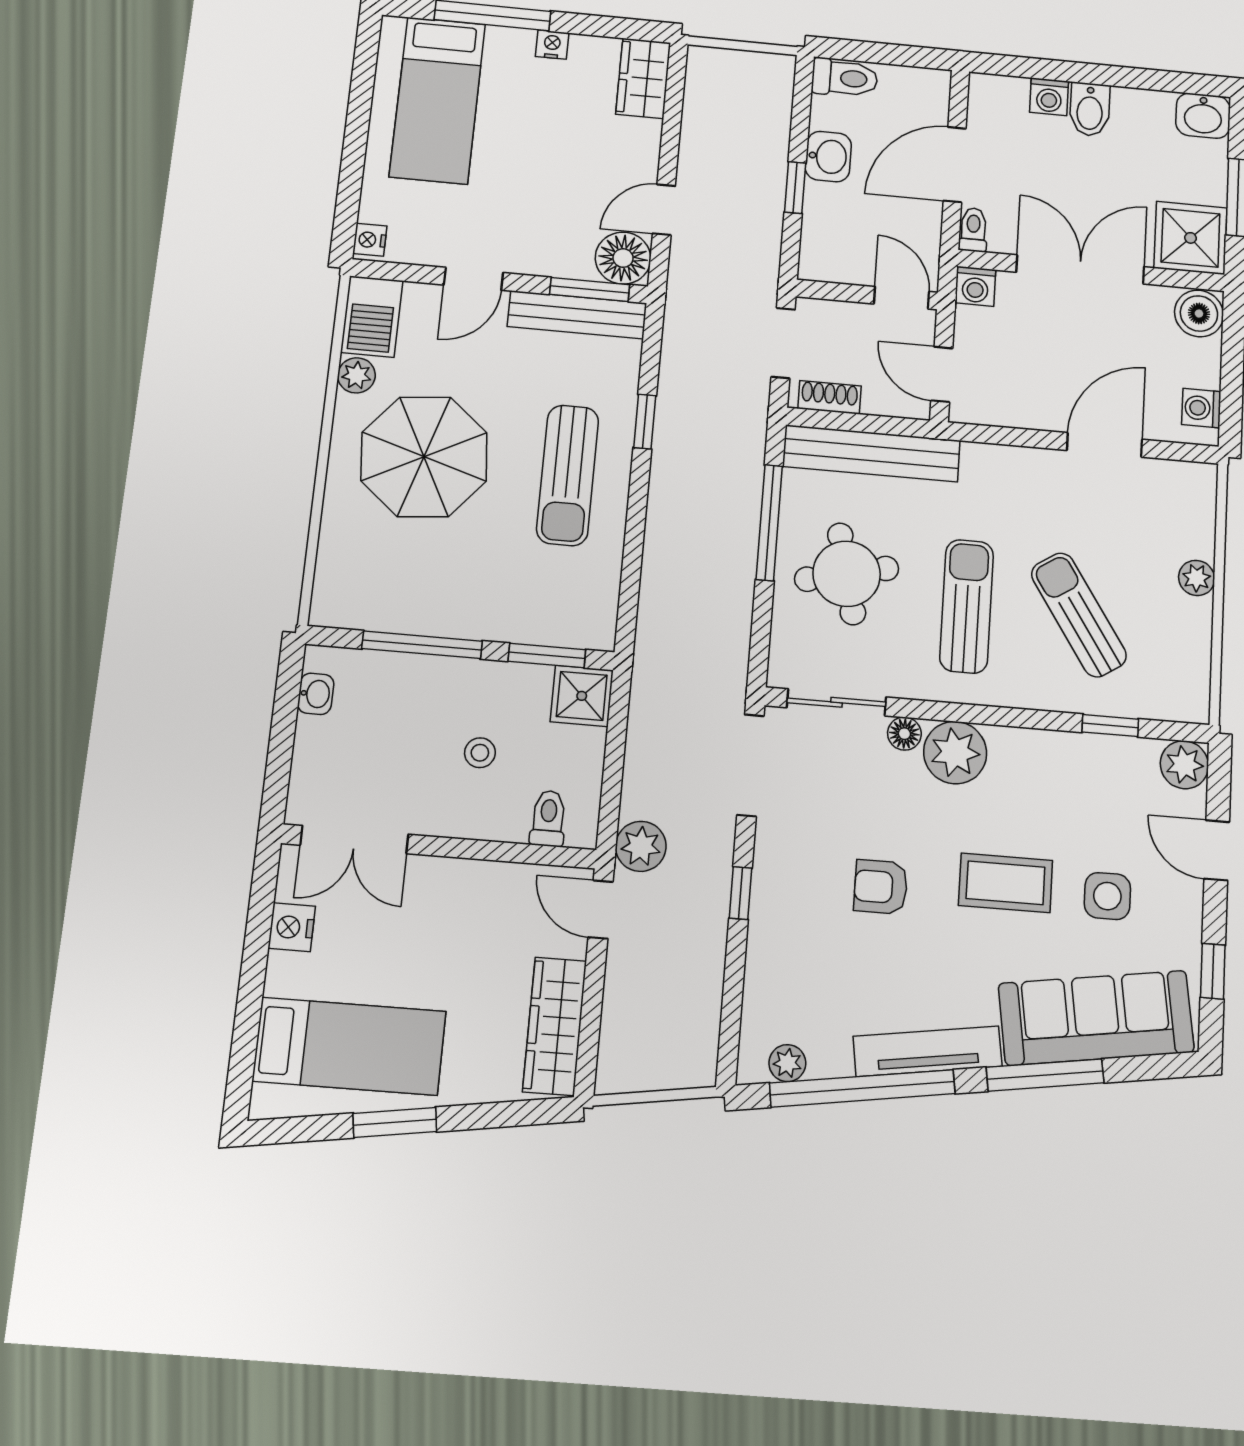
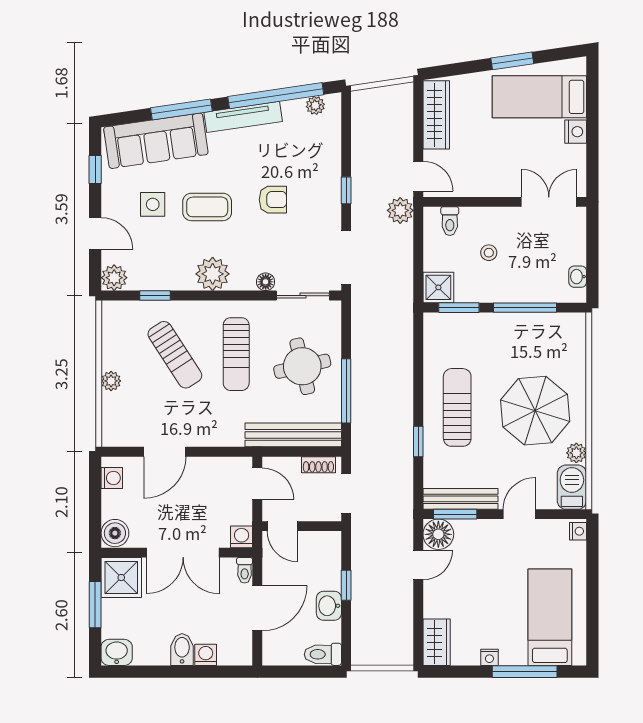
plant: (955, 753) -> (213, 274), moved
nightstand: (292, 927) -> (576, 132), moved

